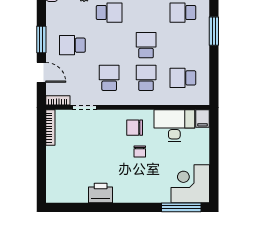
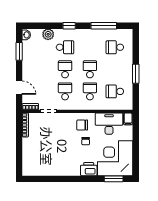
window: (214, 31) -> (136, 74), moved
window: (41, 40) -> (19, 51), moved
school desk: (72, 45) -> (65, 69), moved, turned 90
corner desk: (190, 184) -> (115, 158), width x1.36, depth x1.36
printer: (101, 193) -> (89, 169), moved
window: (181, 207) -> (114, 179), width x0.69

